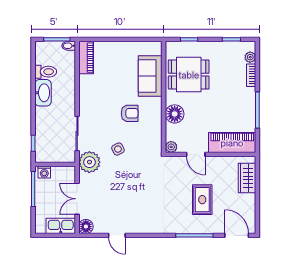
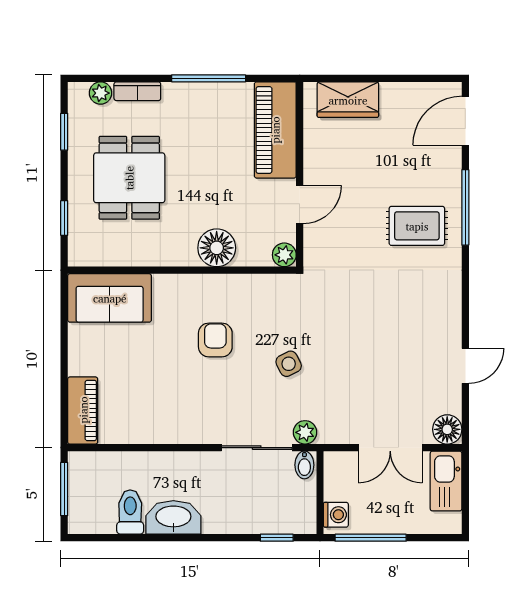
bidet: (69, 46) -> (304, 465), moved
piano: (86, 58) -> (83, 410), moved, turned 90
dining table: (189, 75) -> (129, 178), moved
sofa: (150, 76) -> (110, 298), moved
plant: (89, 162) -> (305, 432), width x0.53, depth x0.53
rug: (202, 200) -> (417, 226), moved

